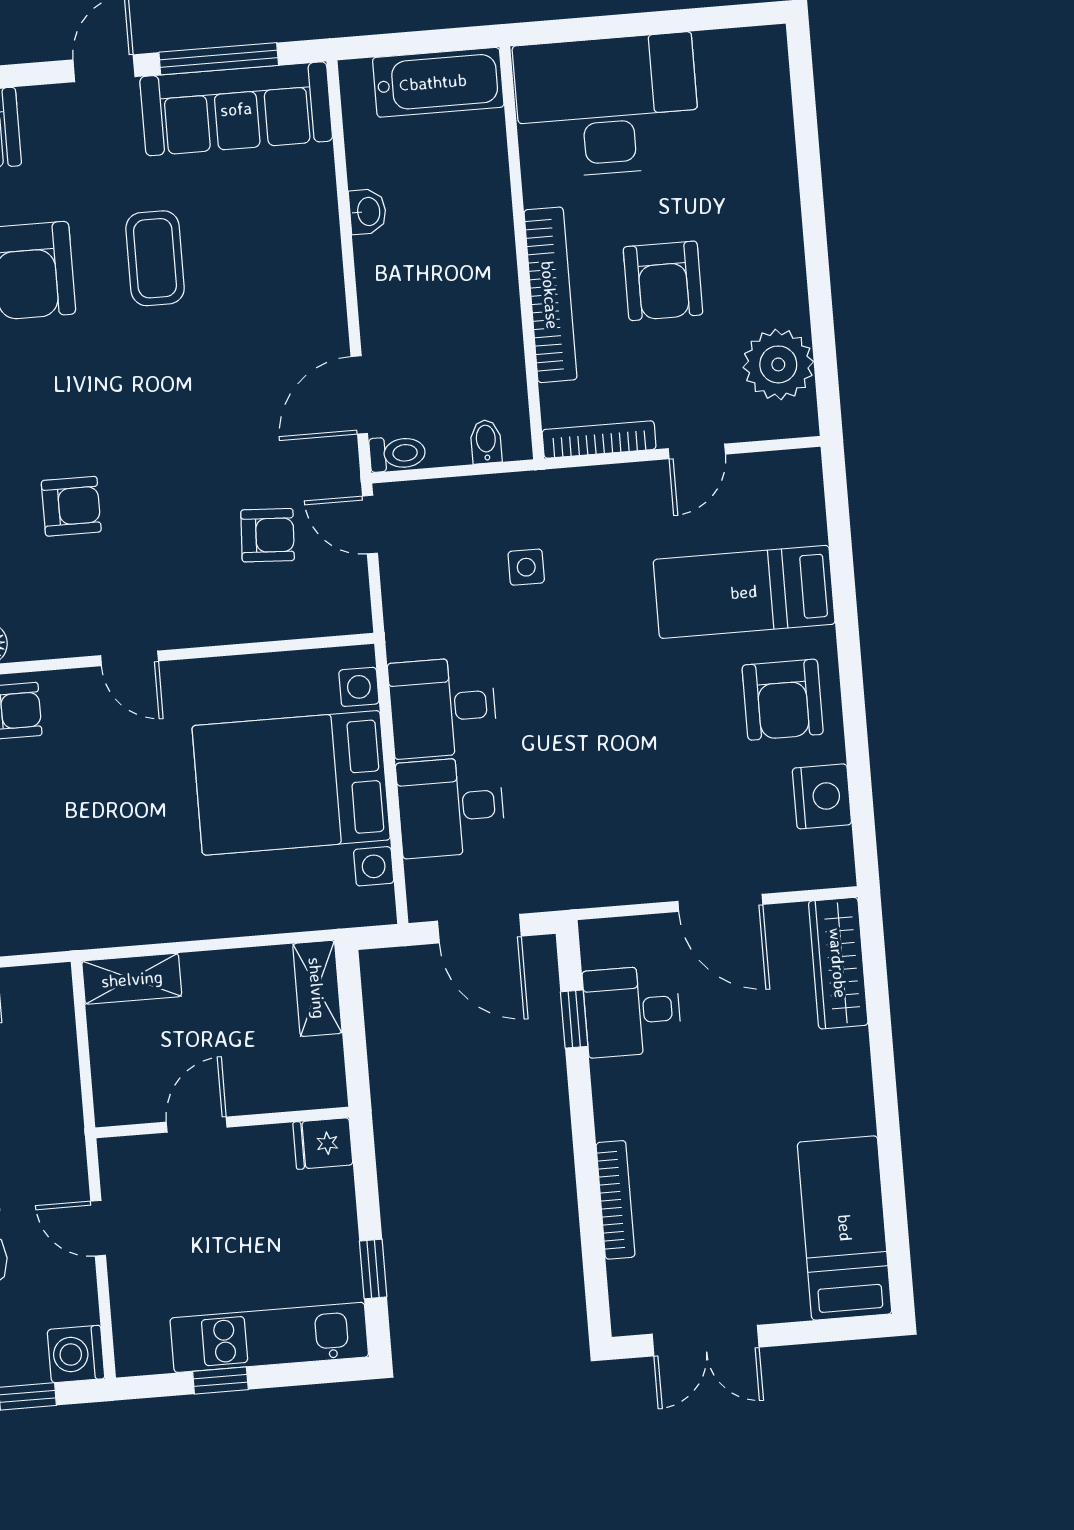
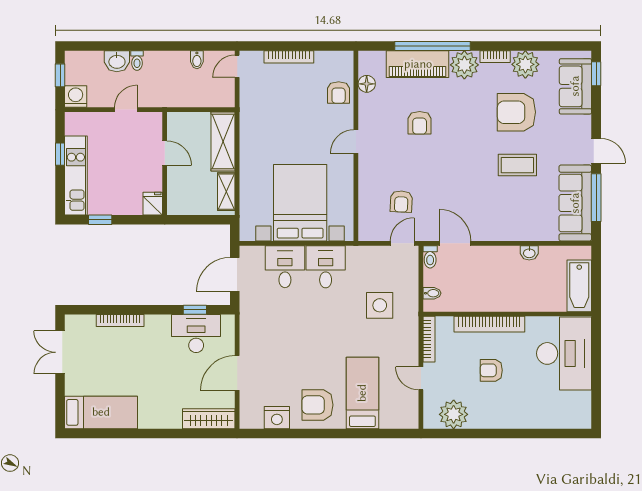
armchair: (663, 281) -> (491, 370), width x0.72, depth x0.72
side table: (526, 567) -> (380, 305), width x1.87, depth x1.87
shelving: (132, 979) -> (223, 142), width x1.50, depth x1.33
shelving: (317, 988) -> (226, 192), moved, turned 90
desk: (632, 1011) -> (196, 334), width x1.37

